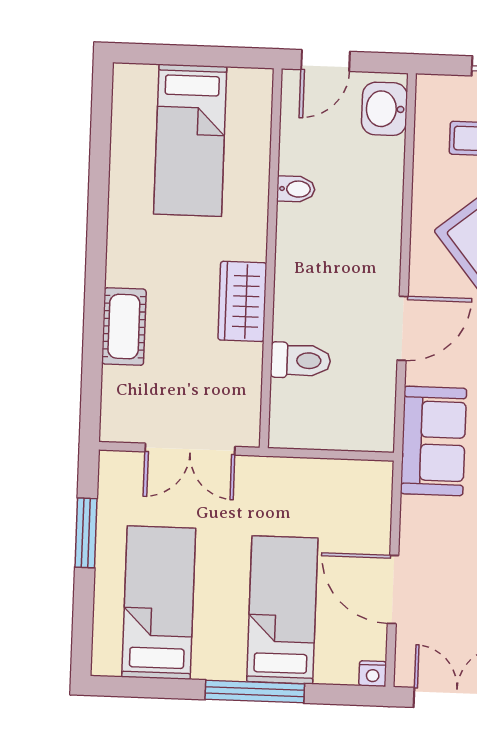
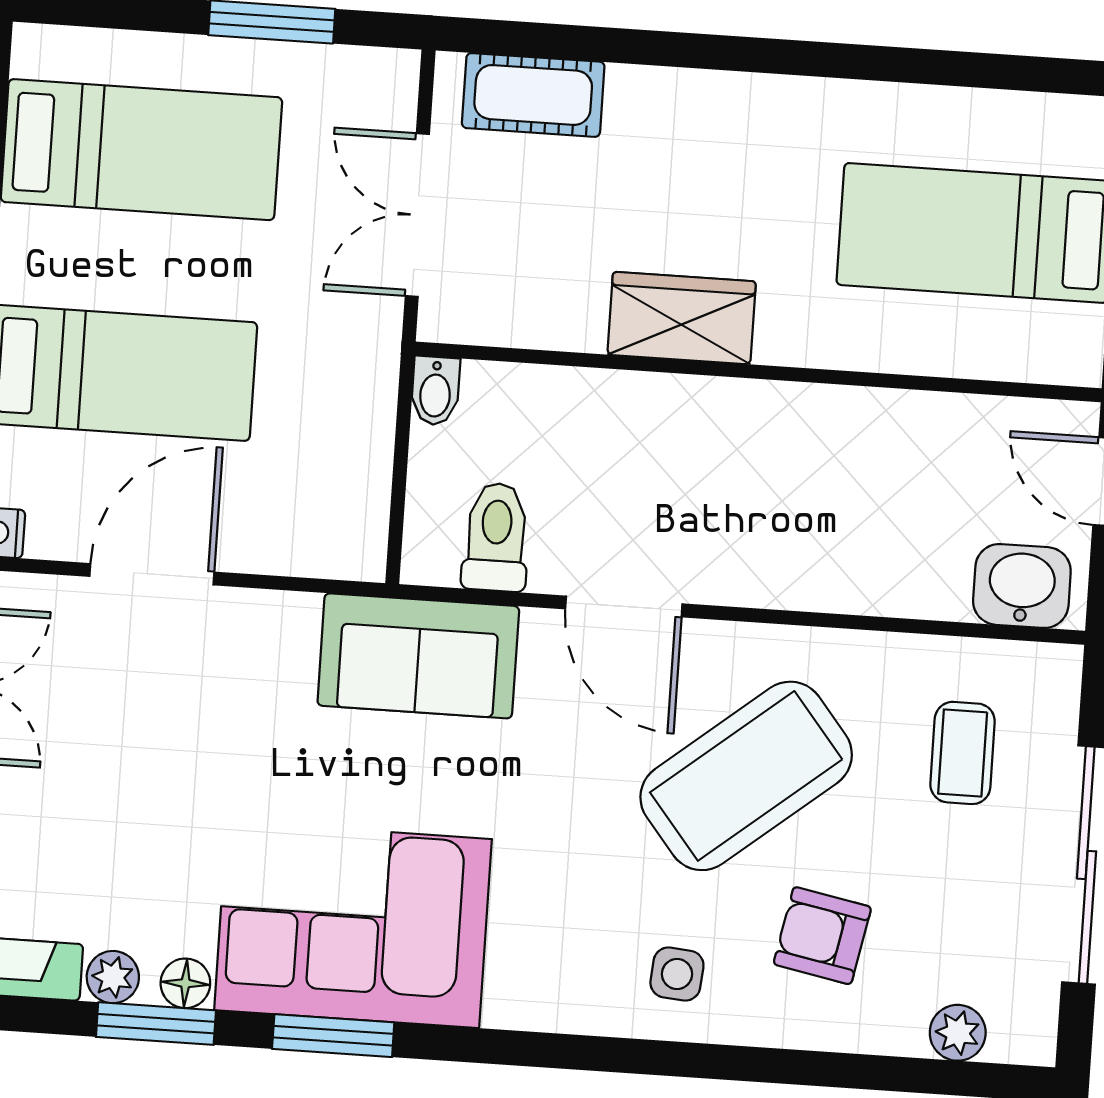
bidet: (296, 189) -> (435, 391), moved
cot: (124, 327) -> (533, 95), moved
toilet: (300, 360) -> (496, 537), moved, turned 180

